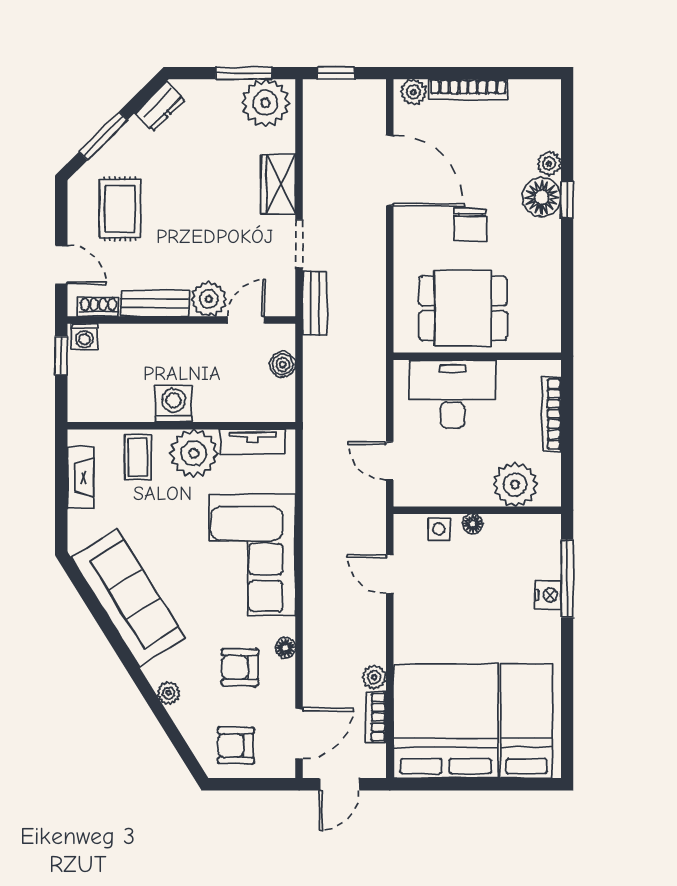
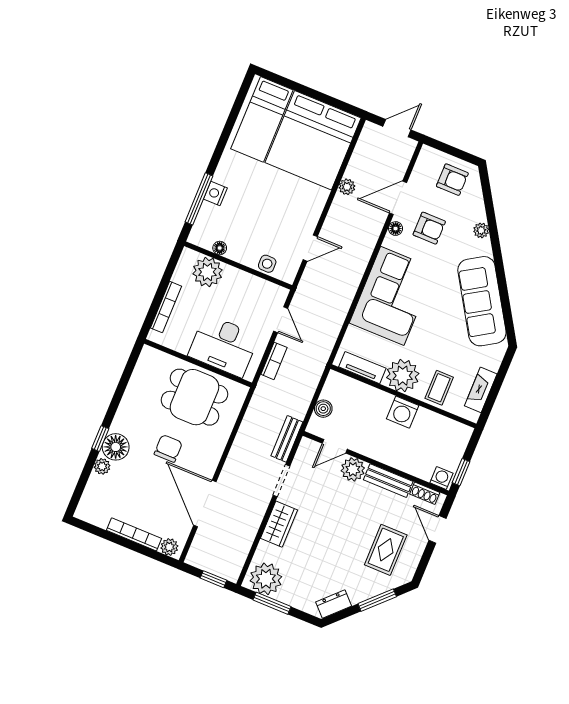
floor lamp: (473, 524) -> (220, 248), moved
door: (390, 574) -> (310, 248), hinge flipped
bookcase: (376, 717) -> (274, 361), moved
door: (299, 733) -> (398, 198), moved

